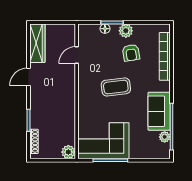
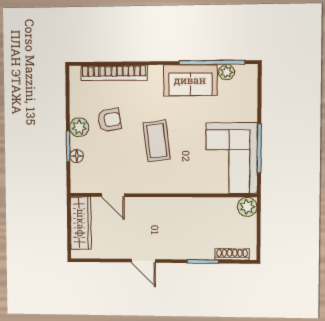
wardrobe: (37, 43) -> (81, 223), moved, turned 90

